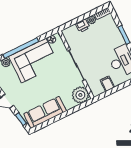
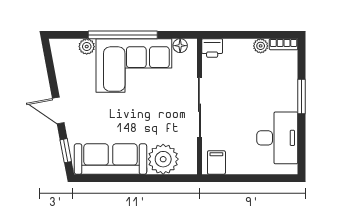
printer: (83, 26) -> (212, 48), moved
filing cabinet: (107, 84) -> (216, 162), moved
plant: (80, 95) -> (163, 159), moved

